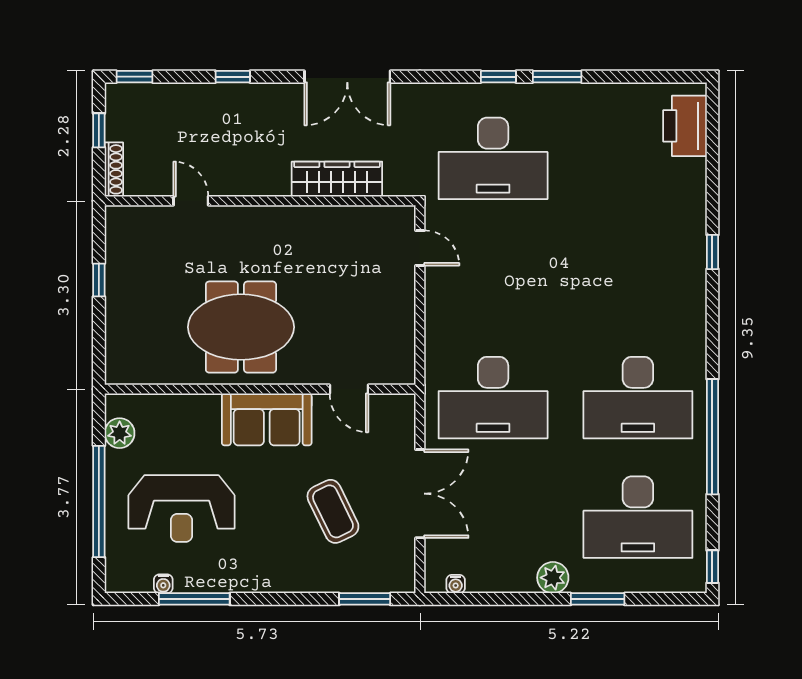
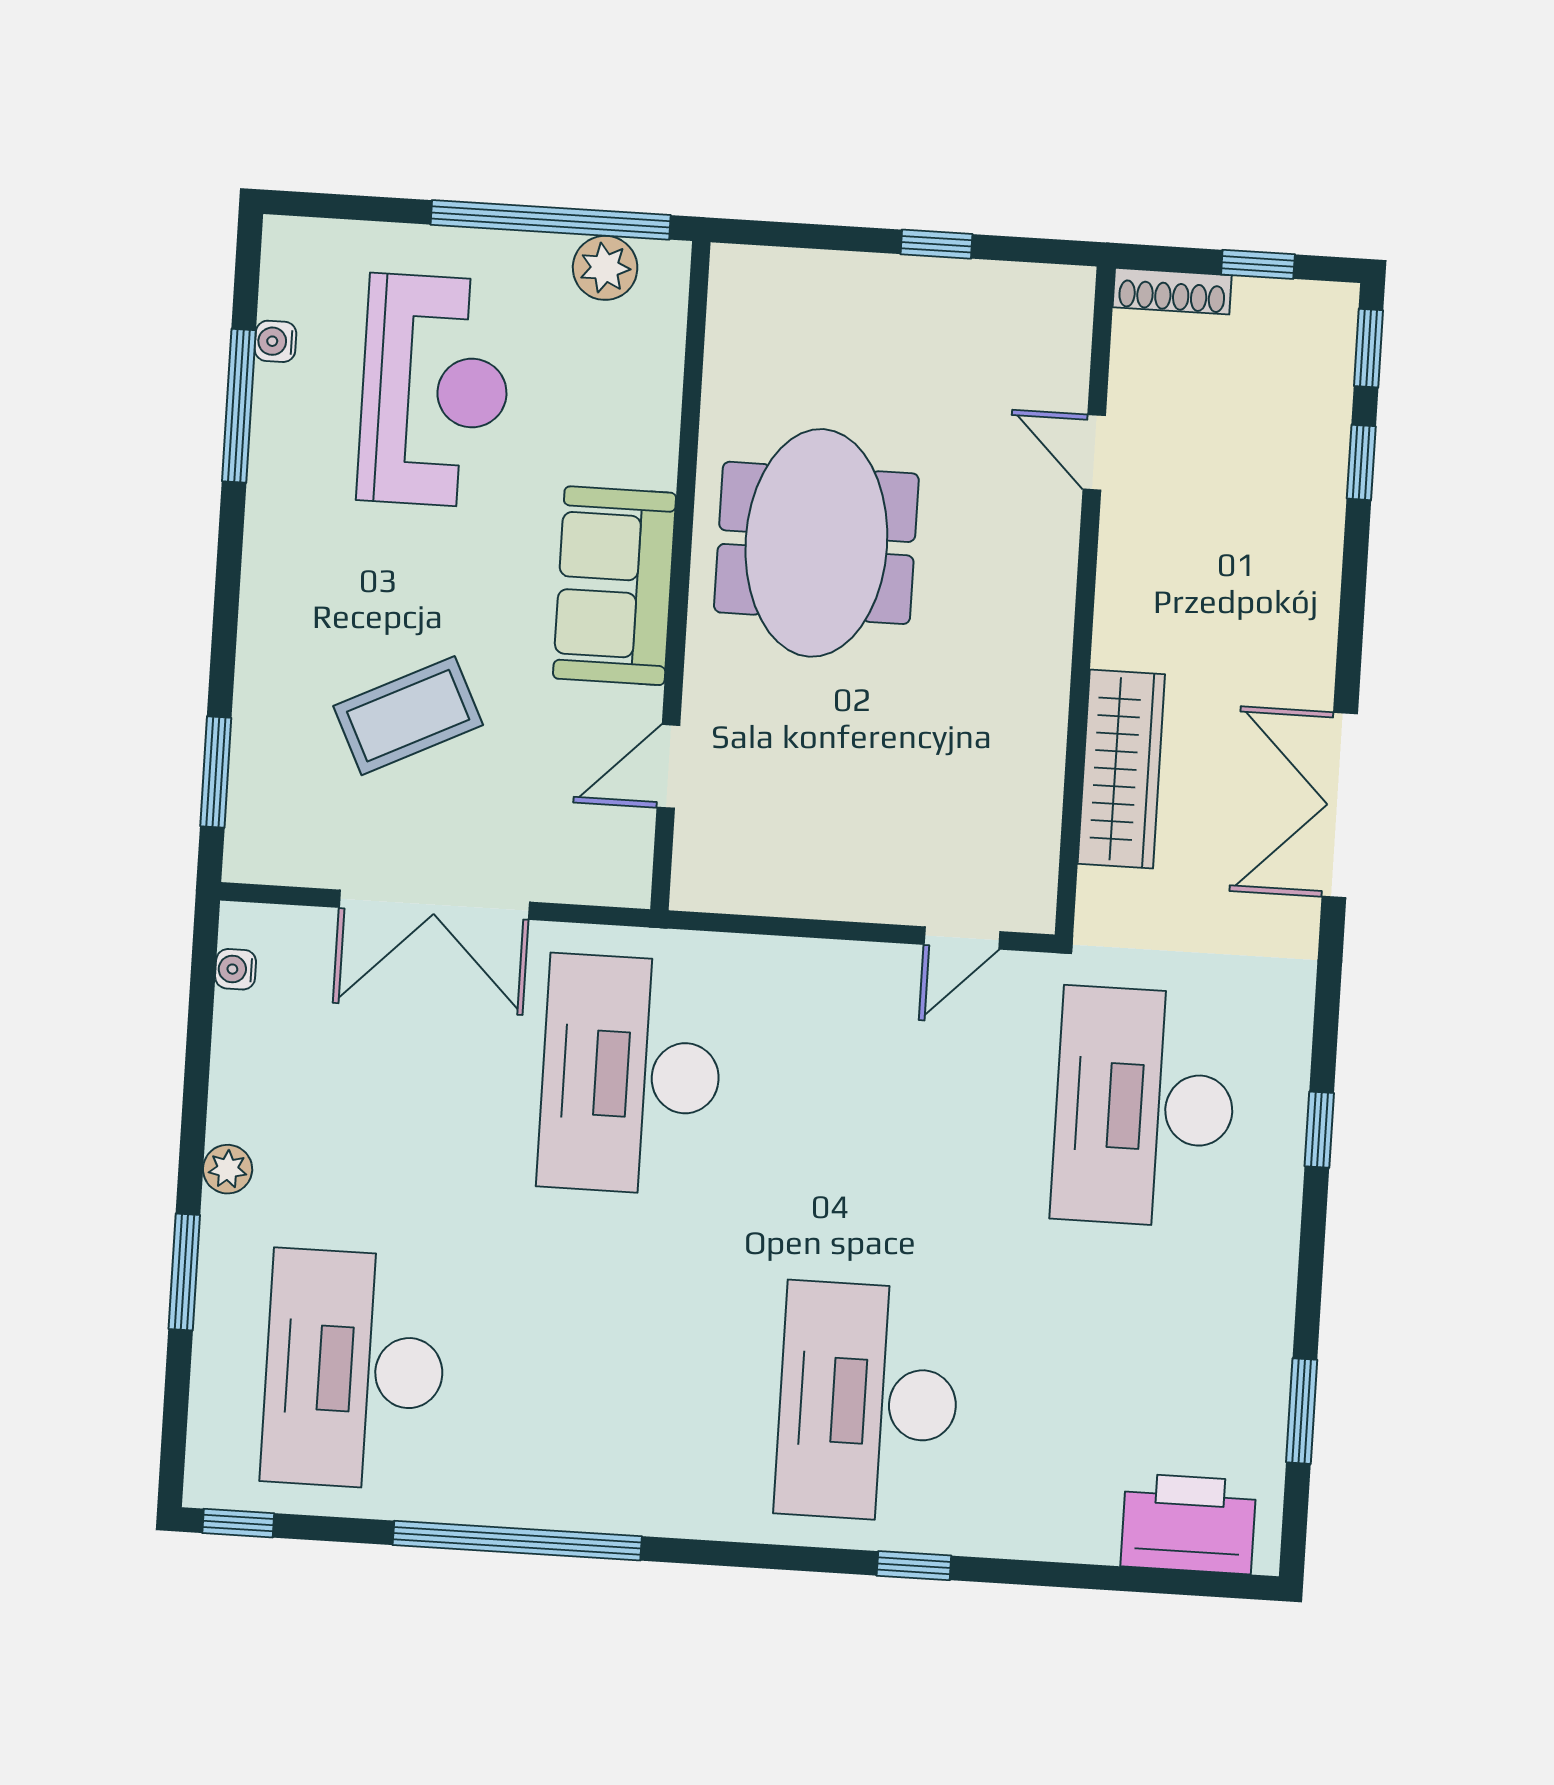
window: (233, 77) -> (1361, 462), moved
window: (557, 77) -> (1302, 1411), moved
door: (191, 201) -> (1094, 452), swing flipped
desk: (638, 398) -> (868, 1402), moved
window: (99, 501) -> (551, 220), moved
reception desk: (181, 509) -> (435, 391), turned 180
plant: (553, 578) -> (228, 1169), width x0.73, depth x0.73

